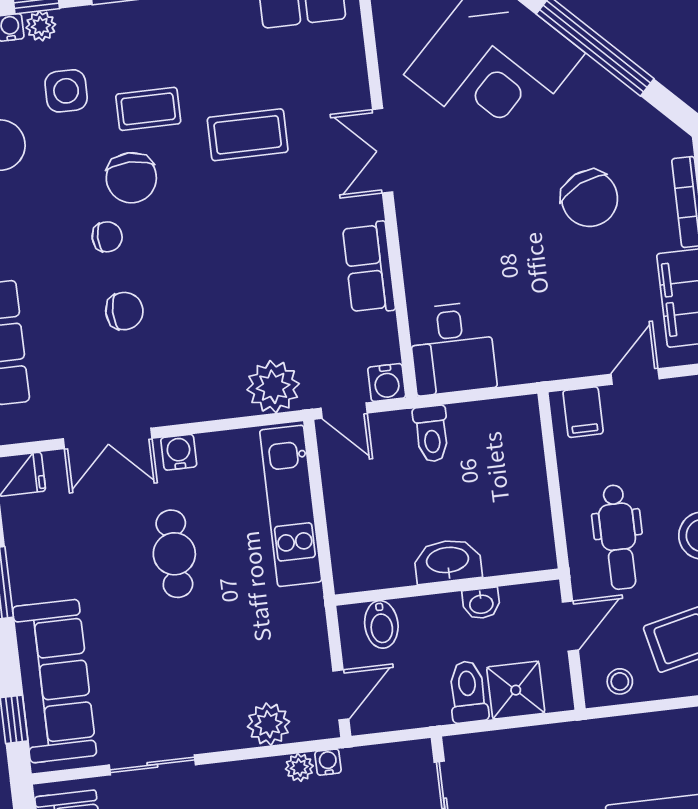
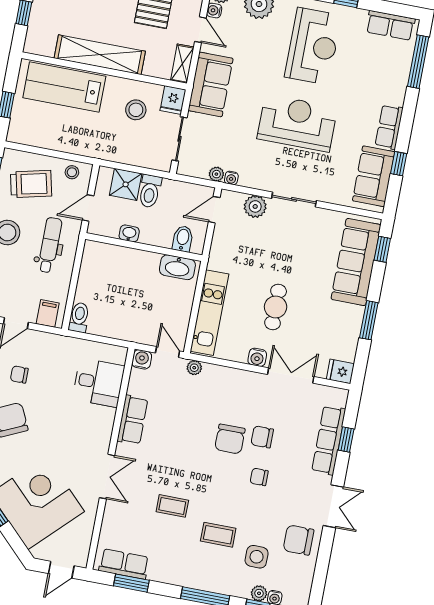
coffee table: (248, 135) -> (172, 506), width x0.73, depth x0.77
chair: (131, 178) -> (230, 439), moved, turned 180
chair: (600, 285) -> (19, 375), added
desk: (452, 348) -> (99, 382), moved, turned 90
plant: (273, 387) -> (194, 368), width x0.53, depth x0.53
toilet: (431, 434) -> (79, 317), moved
washbasin: (448, 561) -> (177, 267), moved
sliding door: (152, 765) -> (294, 199), moved
plant: (299, 767) -> (216, 174), moved

